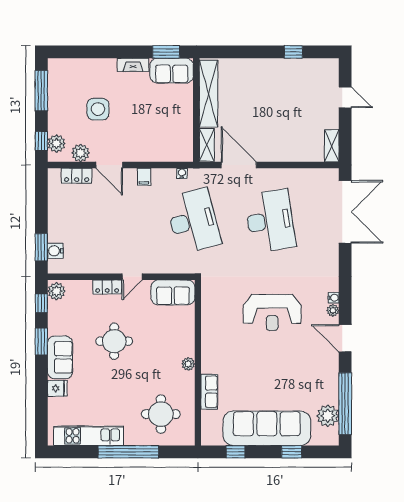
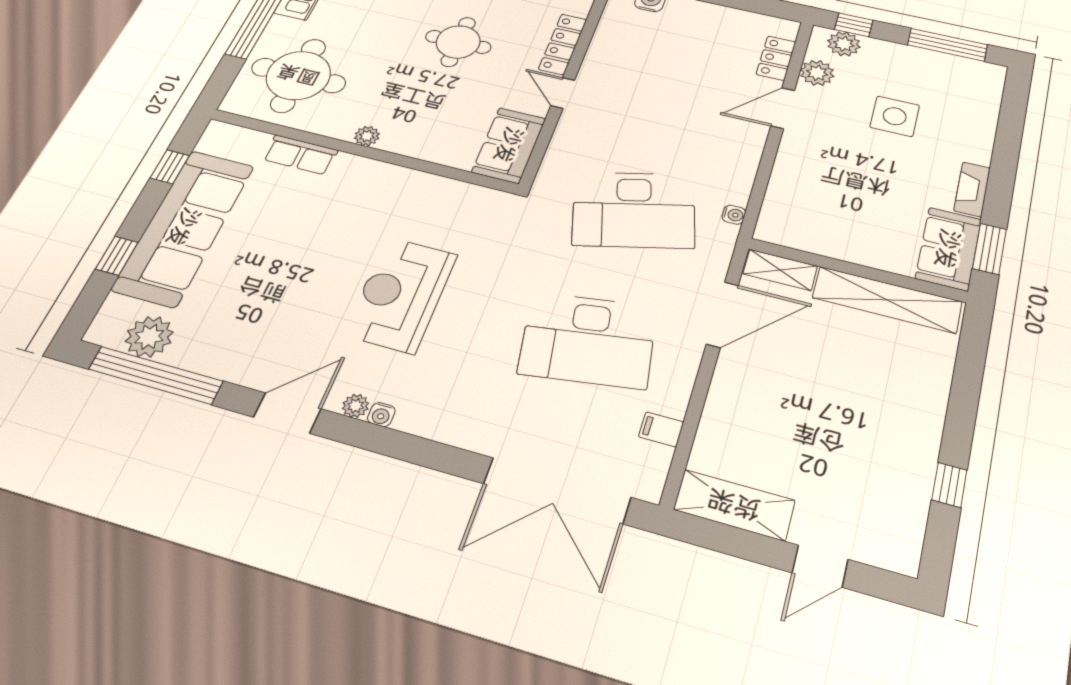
shelving: (332, 146) -> (734, 505), width x1.50, depth x1.33
filing cabinet: (144, 177) -> (661, 429), moved
locker: (107, 287) -> (563, 44), width x1.53
round table: (161, 414) -> (298, 75), width x1.36, depth x1.36

